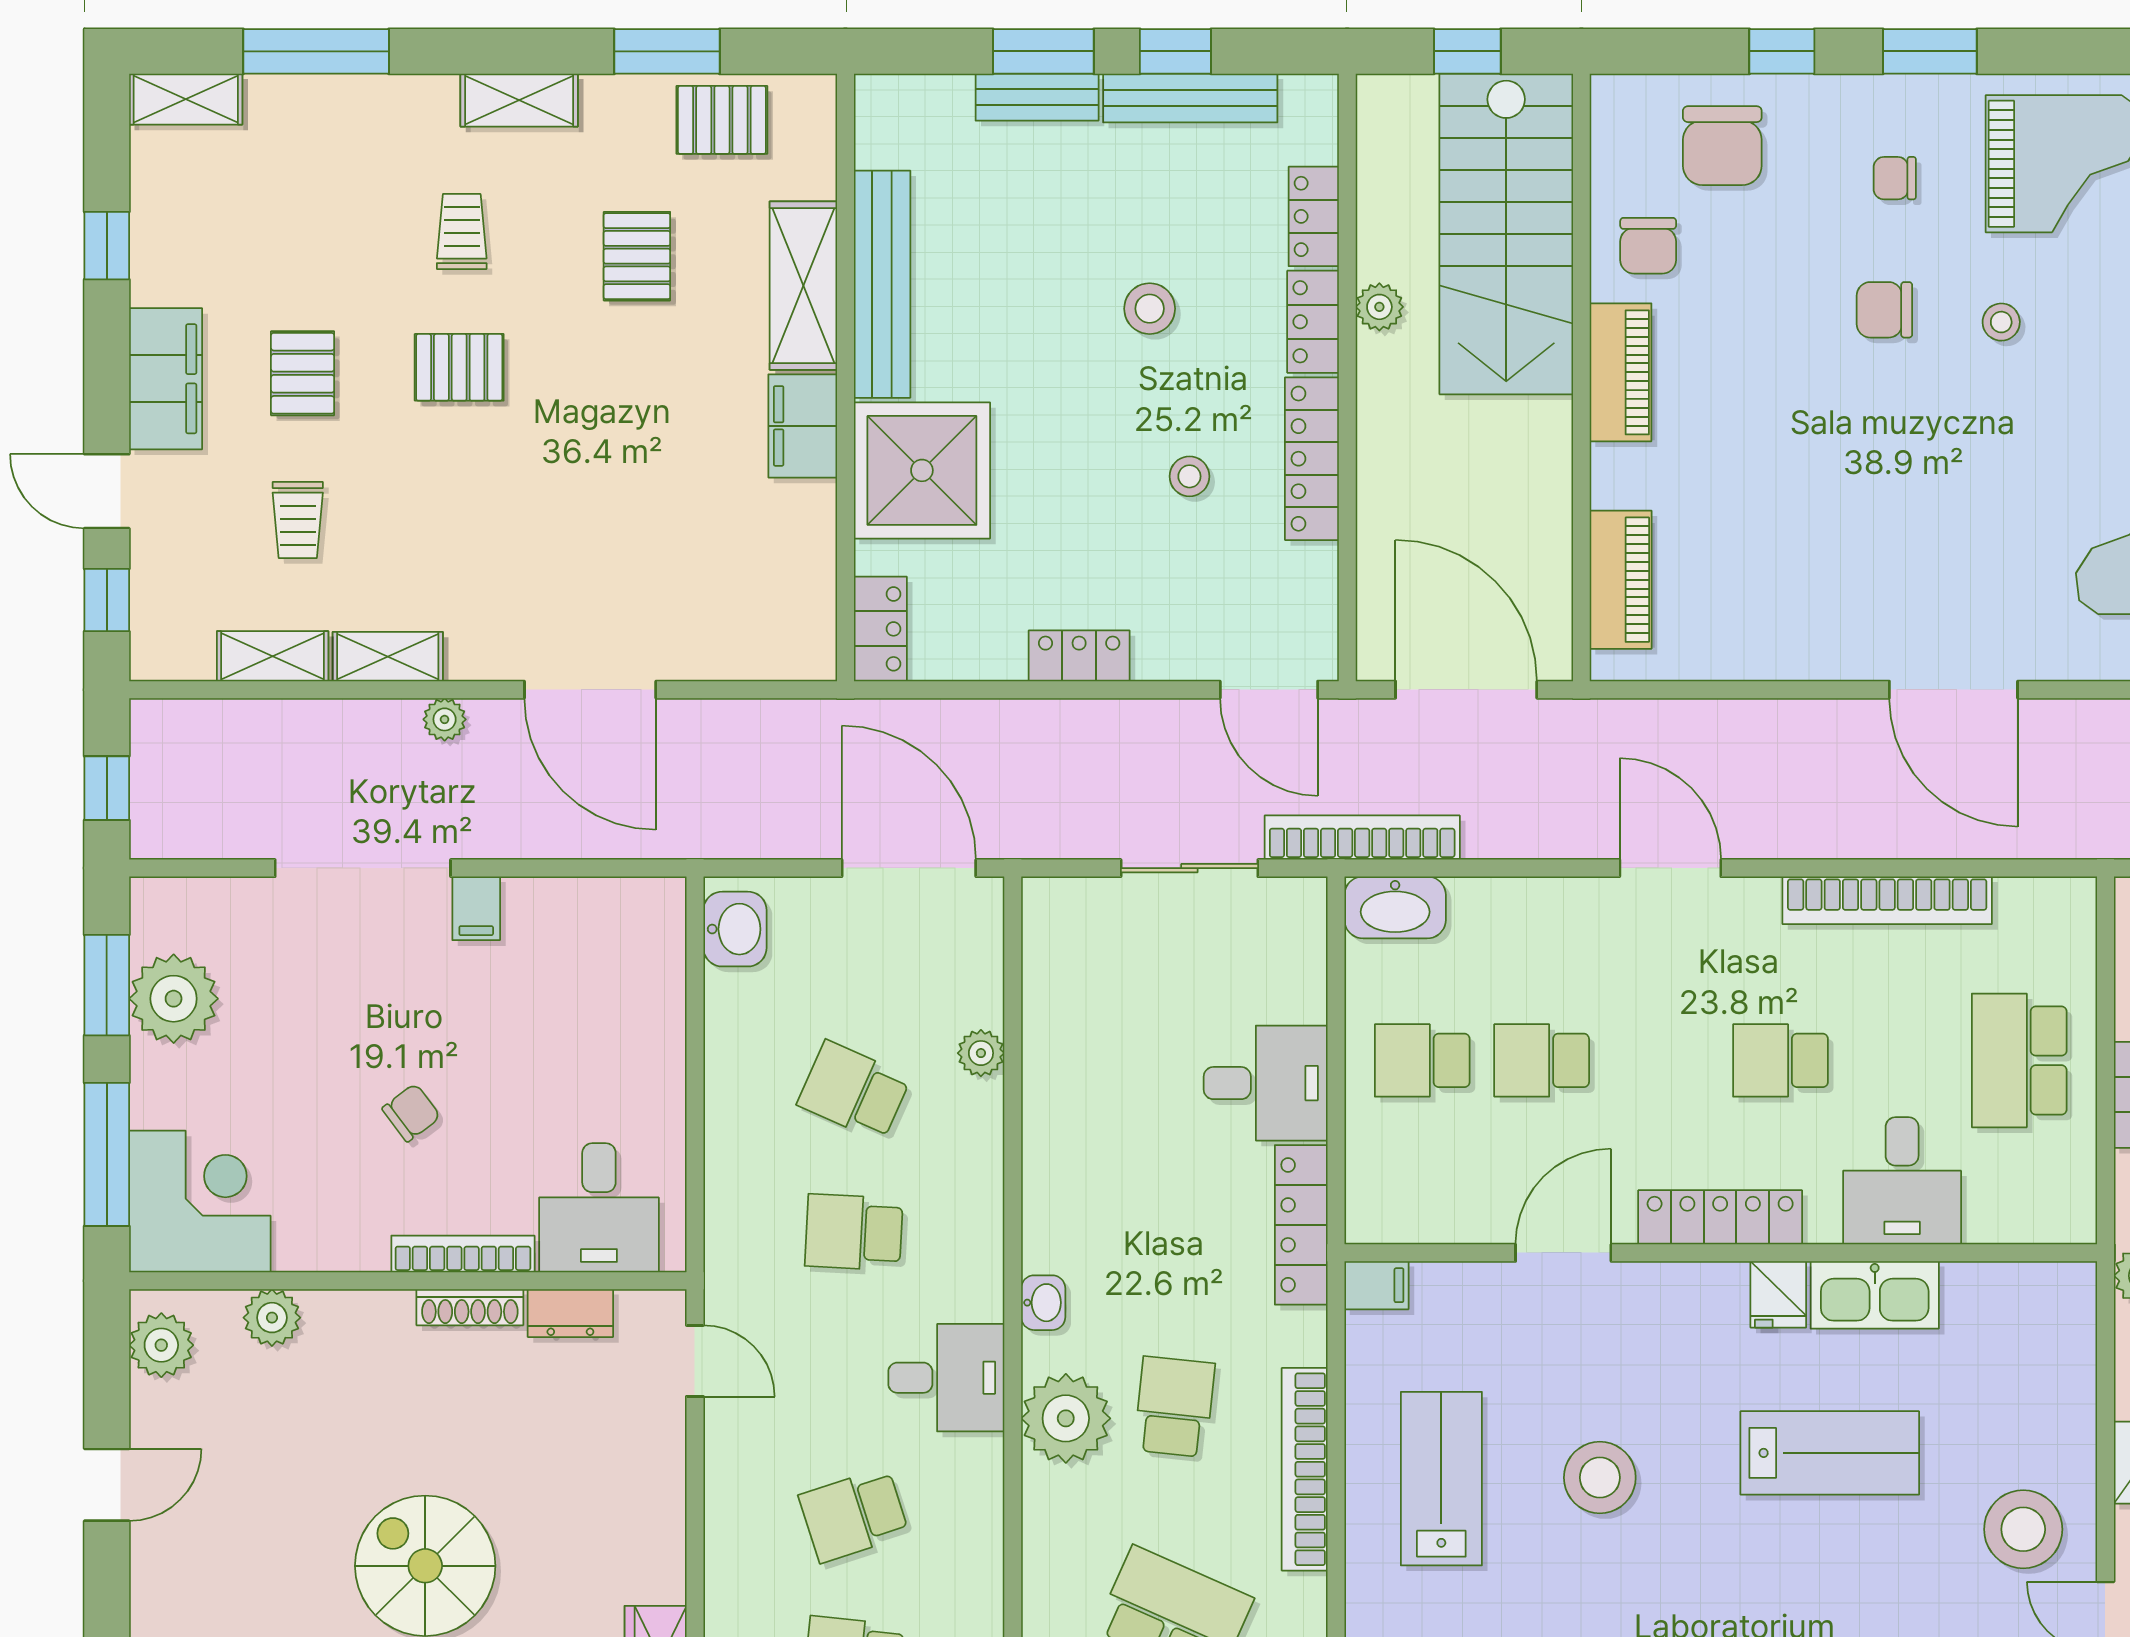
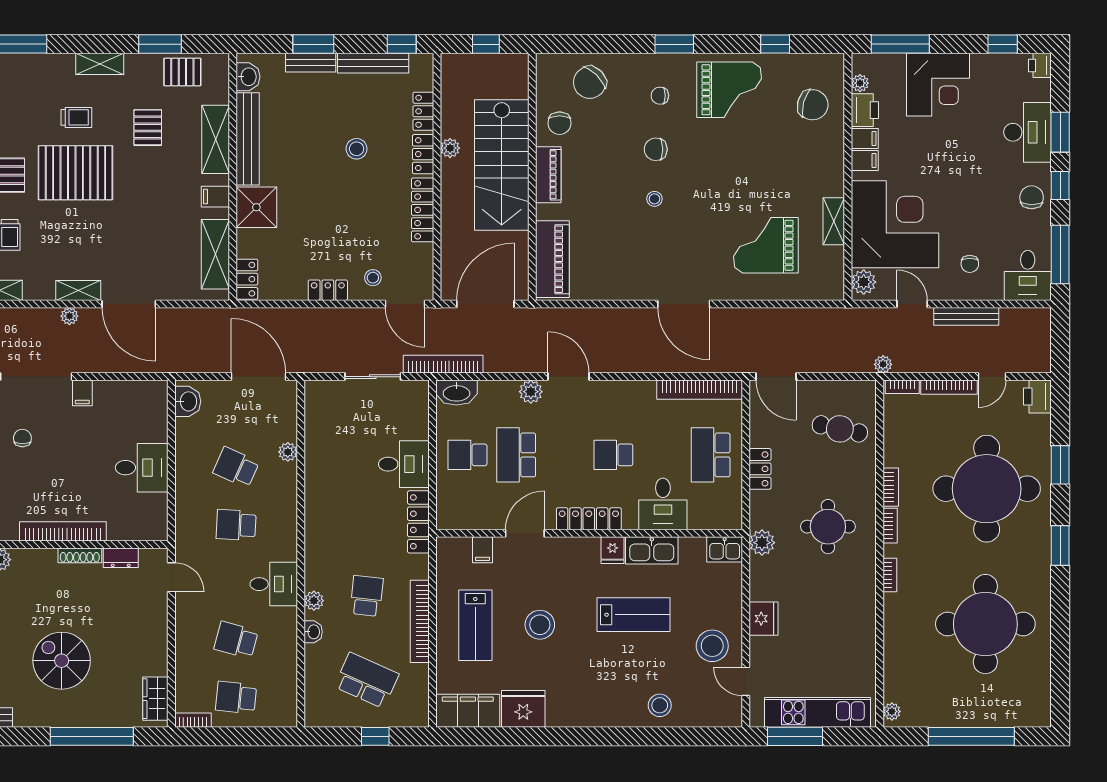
window: (1175, 51) -> (402, 44), moved
window: (1782, 51) -> (614, 44), removed
washbasin: (883, 132) -> (248, 77), added
chair: (1722, 146) -> (590, 82), turned 45
trolley: (462, 231) -> (76, 117), turned 90
stairs: (1506, 234) -> (502, 165), moved
stool: (2001, 322) -> (654, 199), moved
pallet: (459, 367) -> (75, 173), width x2.05, depth x2.00
filing cabinet: (803, 426) -> (215, 197), width x0.50
shower: (922, 470) -> (256, 207), width x0.73, depth x0.73
stool: (1189, 476) -> (373, 278), moved
shelving: (803, 568) -> (215, 254), added
piano: (1621, 580) -> (552, 259), width x1.37, depth x1.33
shelving: (388, 657) -> (78, 290), moved
door: (1466, 690) -> (485, 304), hinge flipped
bookcase: (1887, 900) -> (700, 390), moved
plant: (1578, 905) -> (531, 392), added
school desk: (1542, 1060) -> (516, 455), width x1.85
chair: (411, 1113) -> (22, 438), moved, turned -53
desk: (599, 1208) -> (142, 468), moved, turned -90
bookcase: (463, 1254) -> (63, 531), width x1.48, depth x1.31
filing cabinet: (1377, 1285) -> (483, 550), moved, turned 90
kitchen sink: (2054, 1293) -> (725, 549), added
washbasin: (1043, 1303) -> (313, 632), moved
plant: (1066, 1418) -> (314, 601), width x0.53, depth x0.53
lab bench: (1441, 1479) -> (475, 625), turned 180
school desk: (854, 1515) -> (236, 640), turned 33

